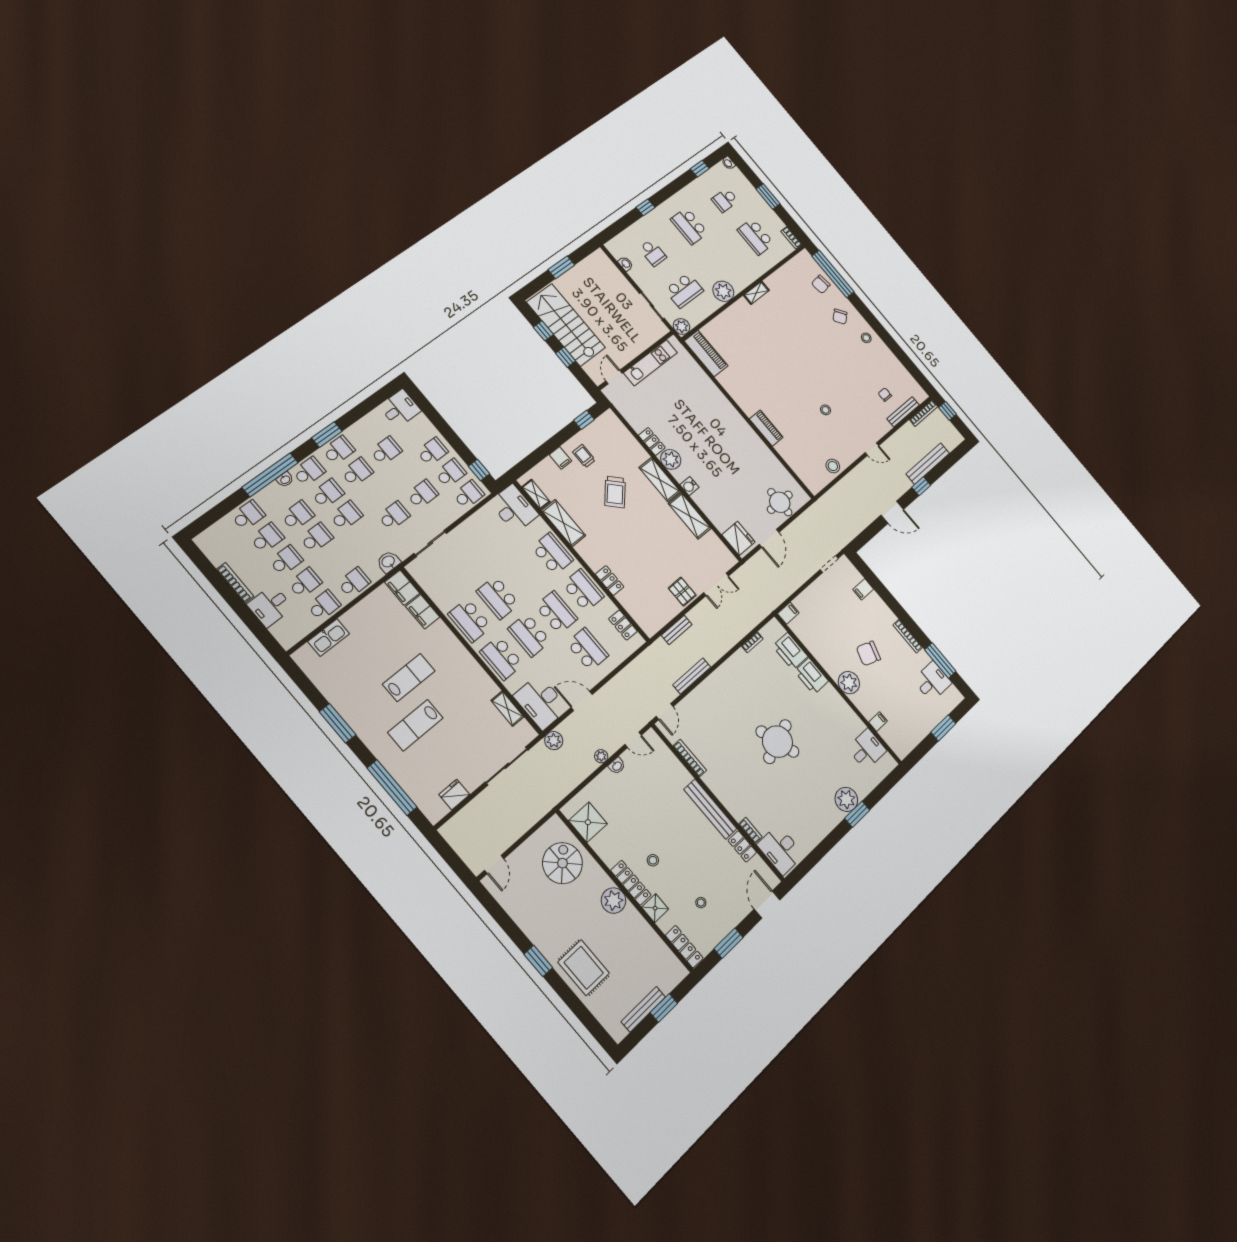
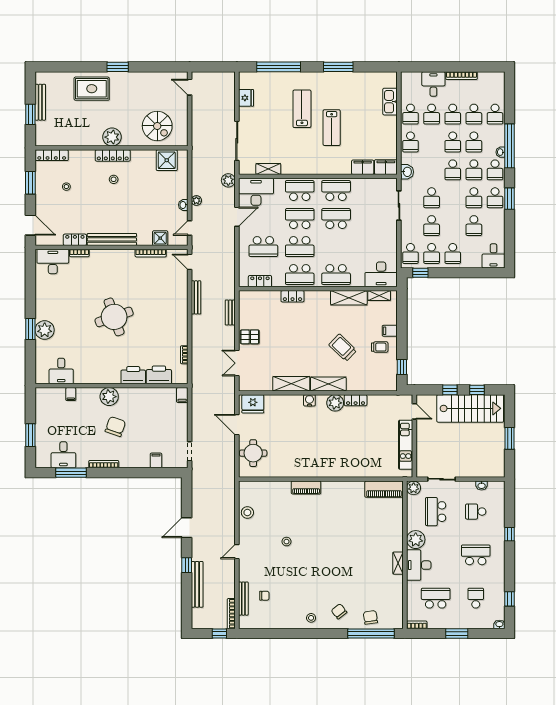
desk: (742, 272) -> (419, 565), added
shower: (655, 908) -> (160, 238), moved

